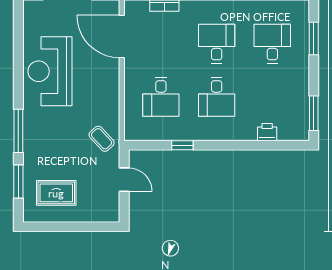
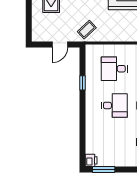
desk: (217, 97) -> (114, 105), turned 180
printer: (267, 132) -> (91, 160), moved

